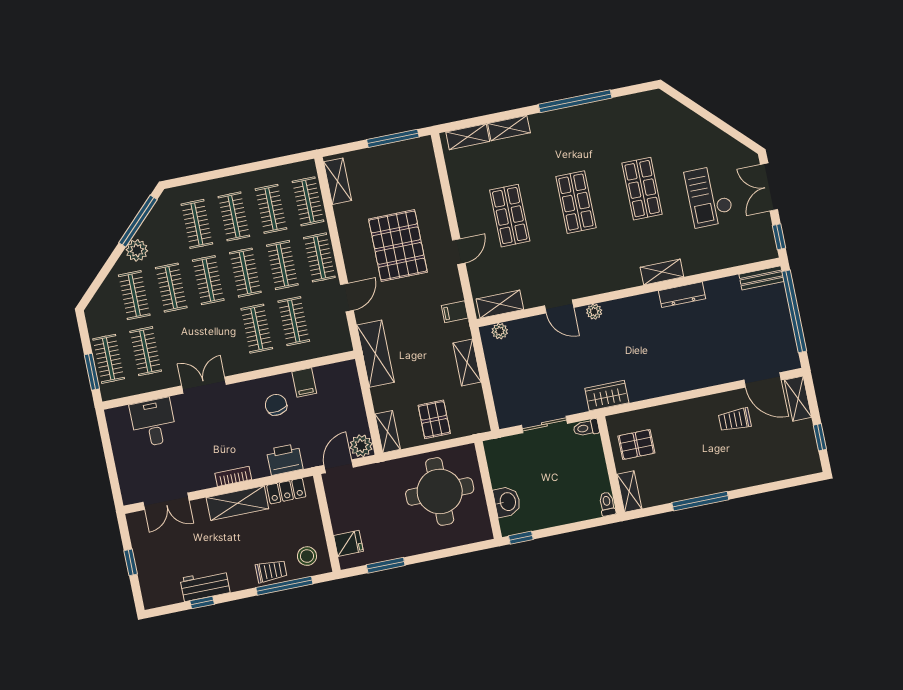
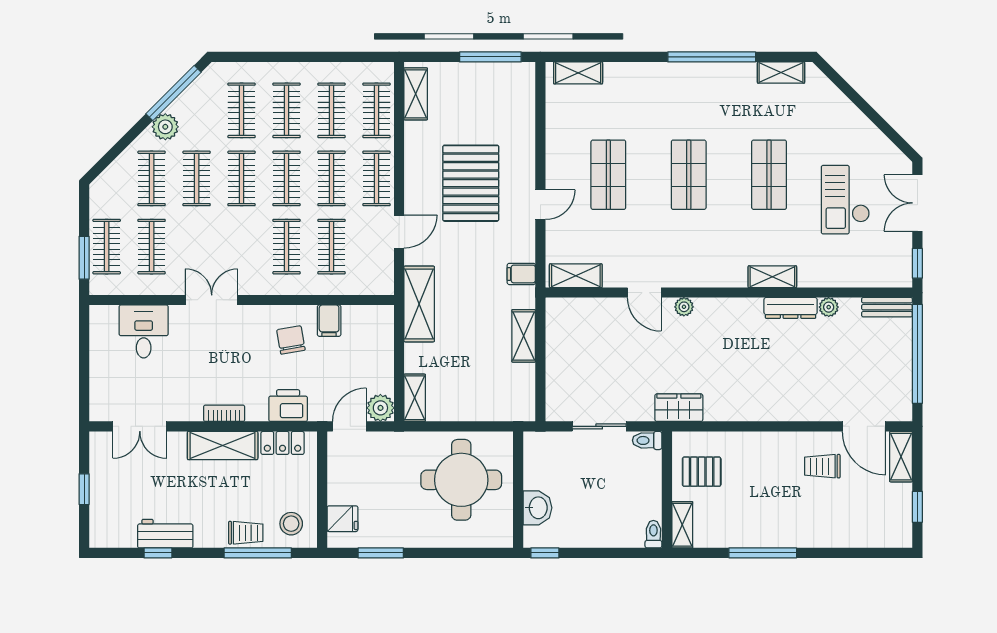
shelving: (509, 128) -> (781, 73), moved
plant: (500, 331) -> (829, 307), moved
pallet: (434, 419) -> (472, 394), removed

